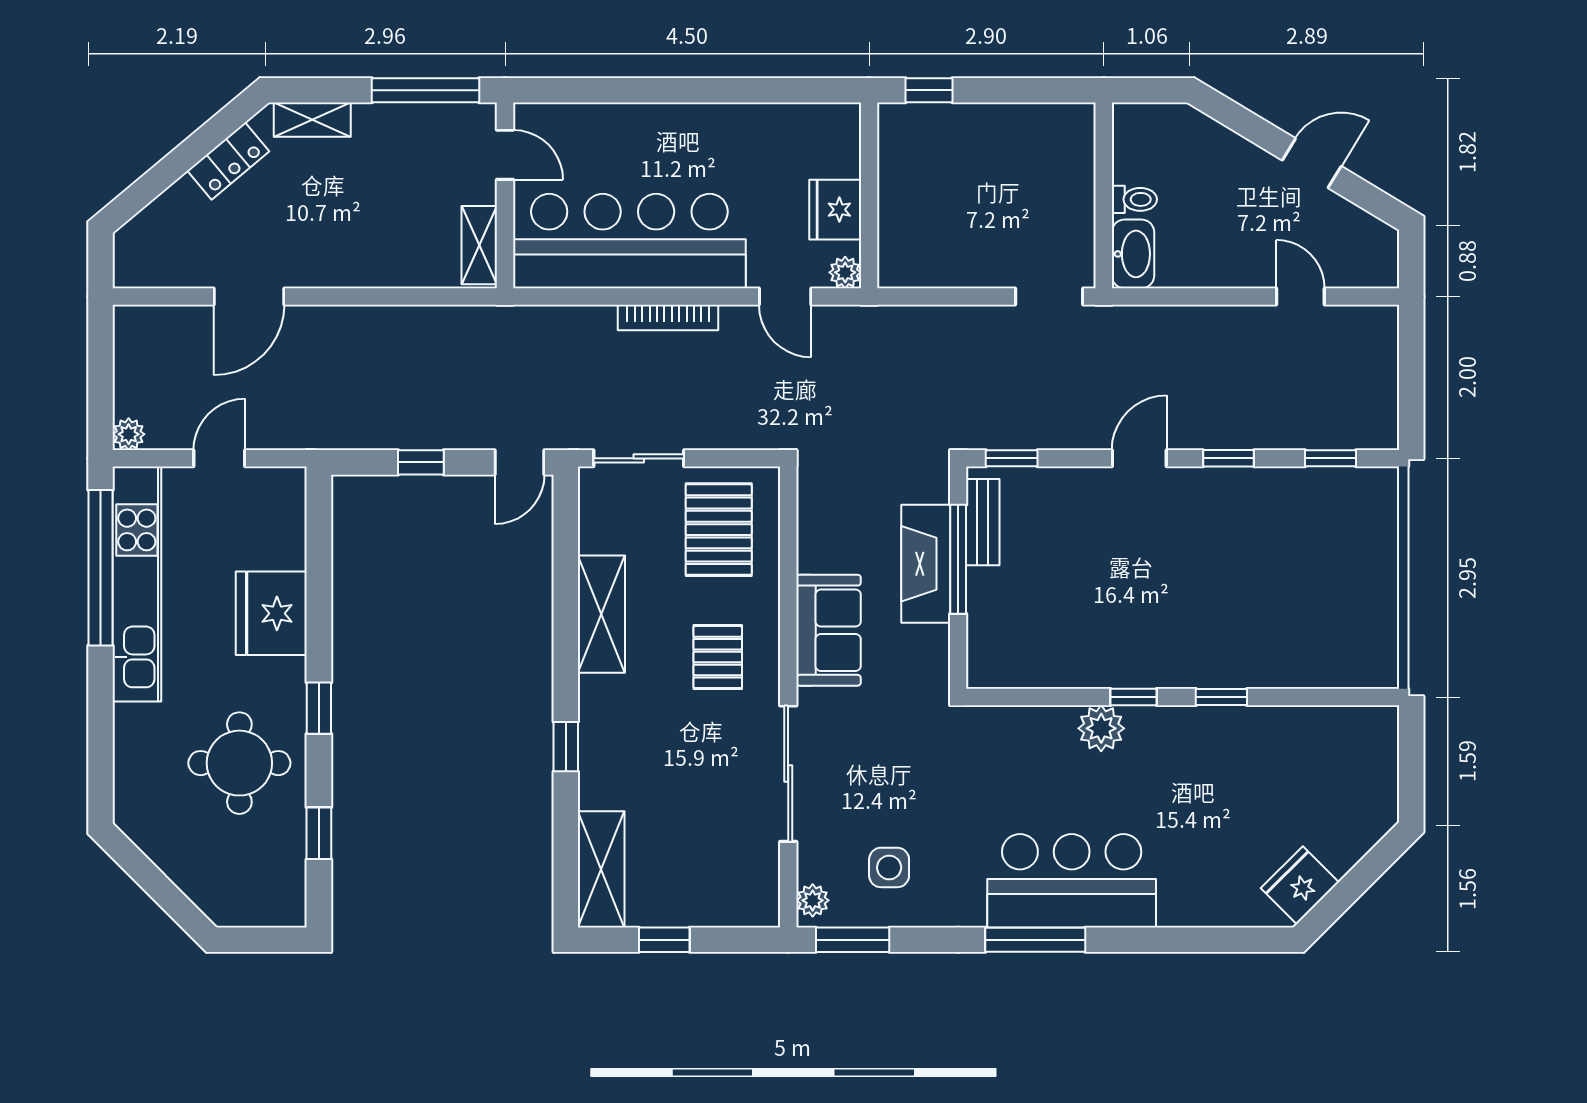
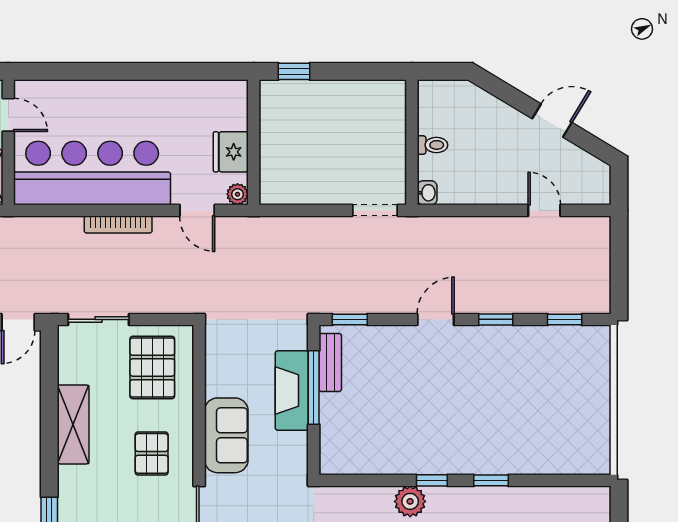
washbasin: (1133, 254) -> (427, 193), width x0.52, depth x0.69

